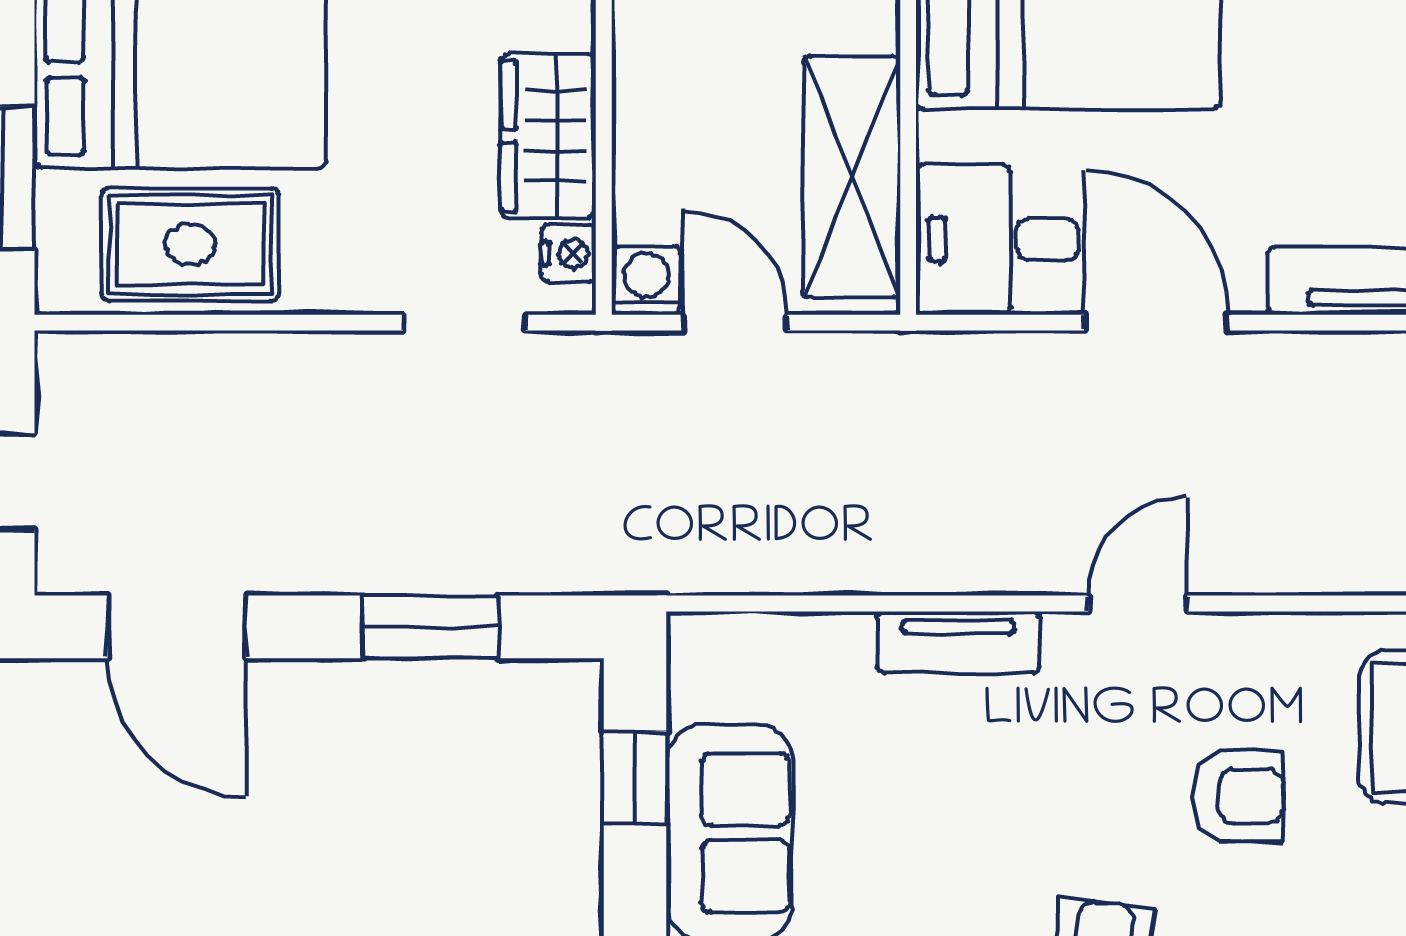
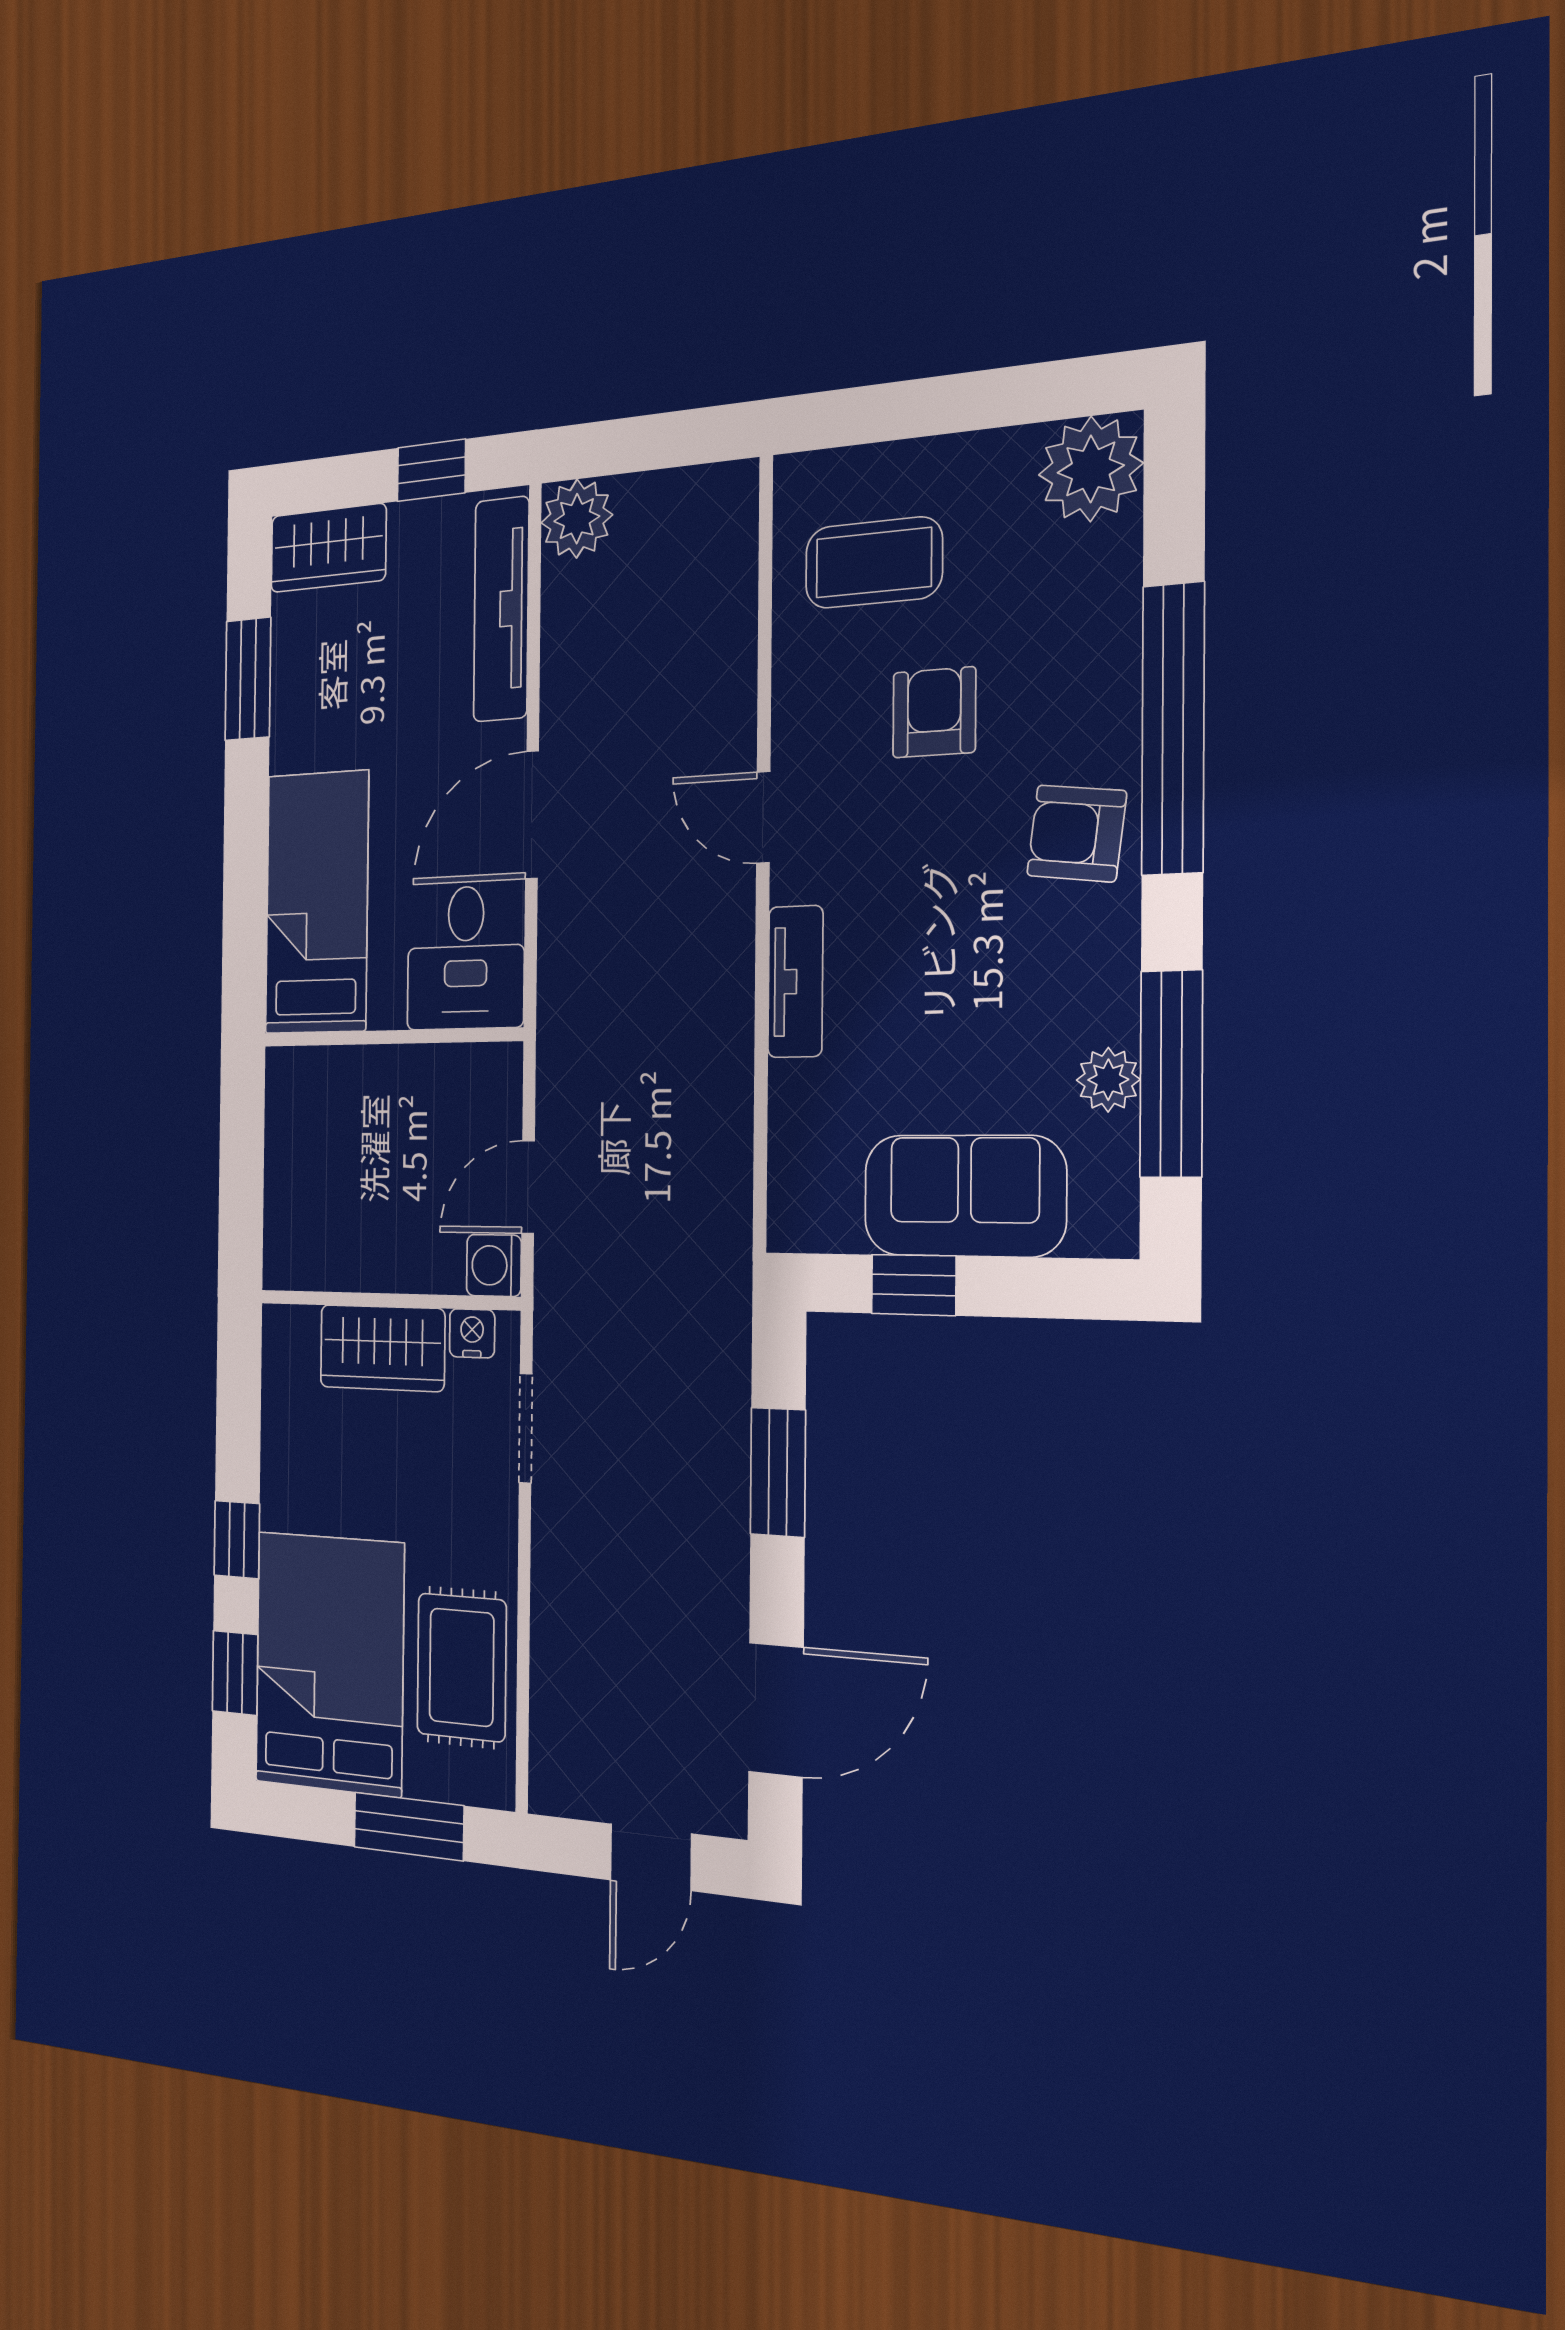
shelving: (852, 177) -> (416, 1085), removed

